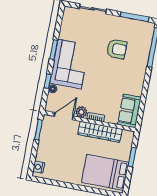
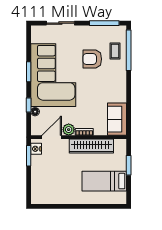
coffee table: (140, 45) -> (115, 51), added
armchair: (117, 49) -> (92, 59), turned 180
corner sofa: (69, 64) -> (53, 75), width x1.36, depth x1.36
nightstand: (39, 167) -> (36, 149), moved
bed: (105, 172) -> (104, 181), width x0.67

